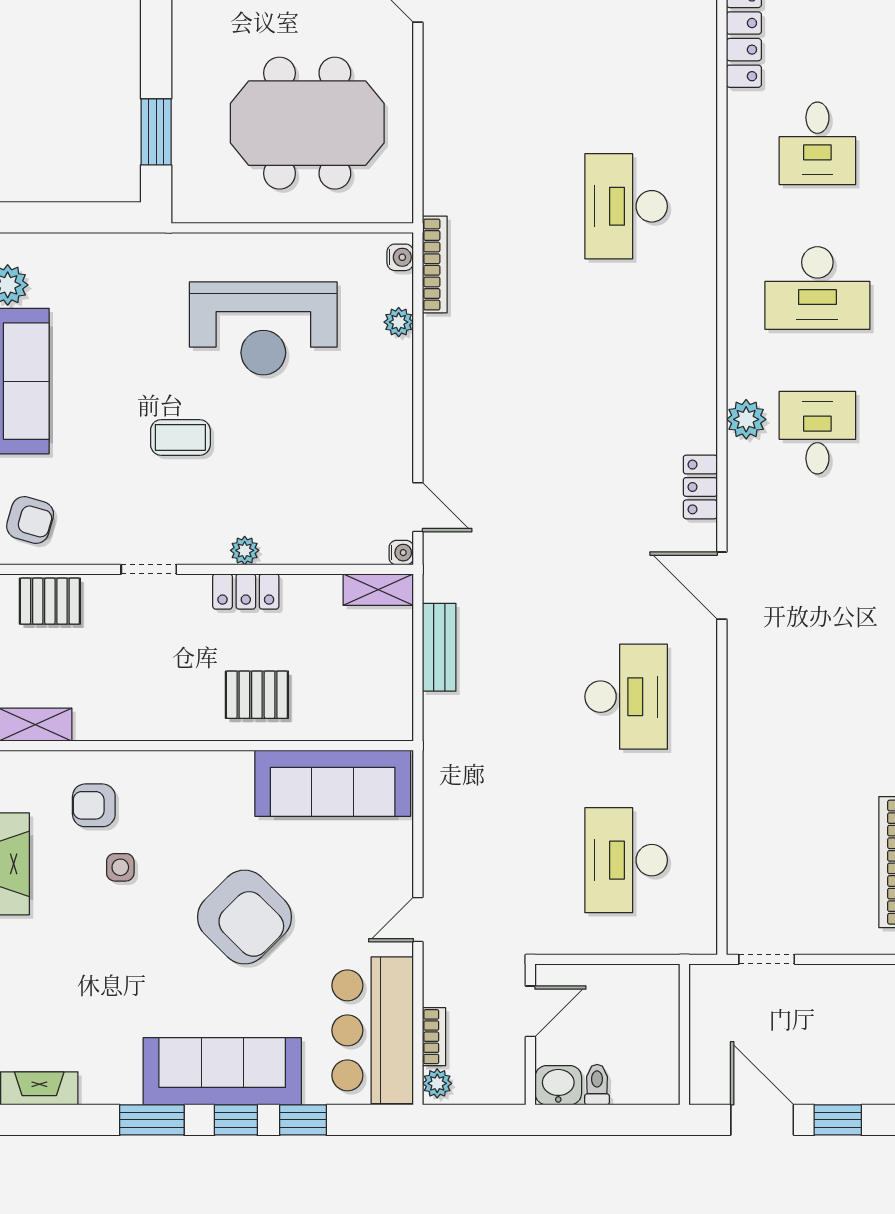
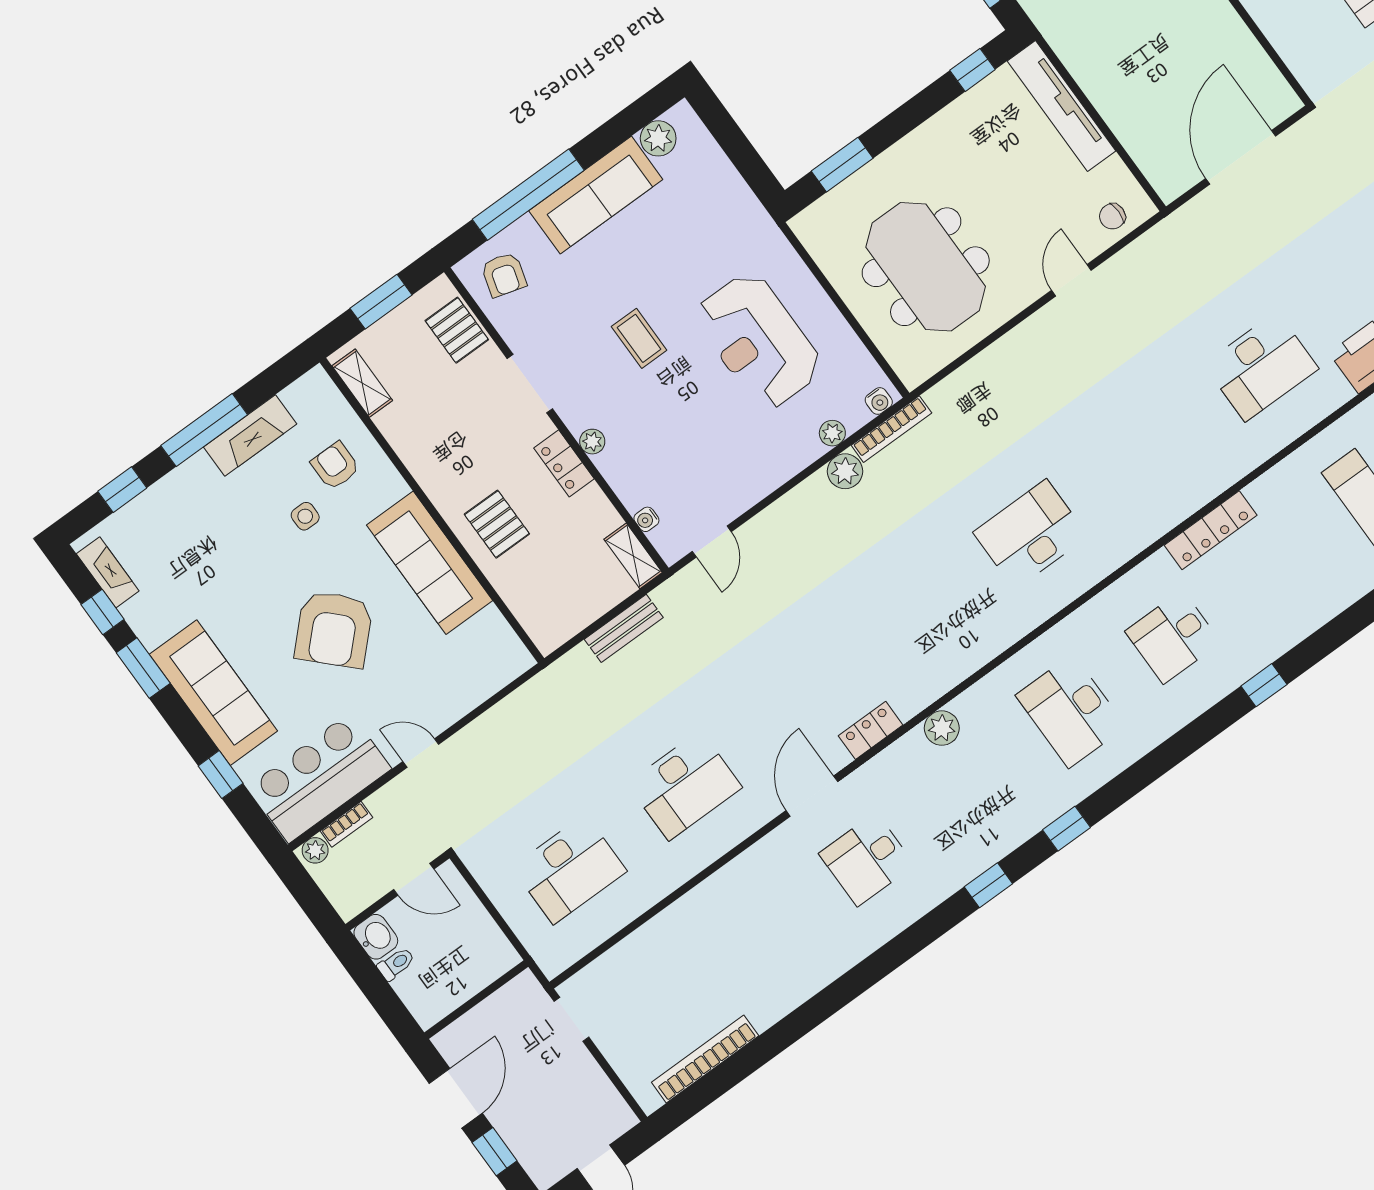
plant: (443, 336) -> (845, 471), added
desk: (817, 433) -> (867, 859), moved, turned 180
water cooler: (401, 553) -> (646, 519), moved, turned 90
doorway: (149, 569) -> (530, 384), width x1.38
sofa: (333, 783) -> (430, 563), moved
desk: (626, 860) -> (569, 869), turned 180
window: (236, 1120) -> (102, 612), moved

